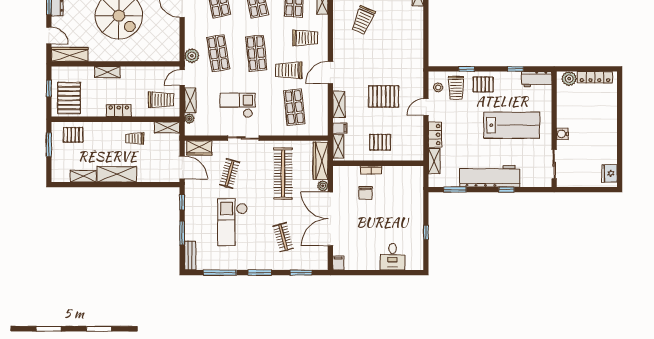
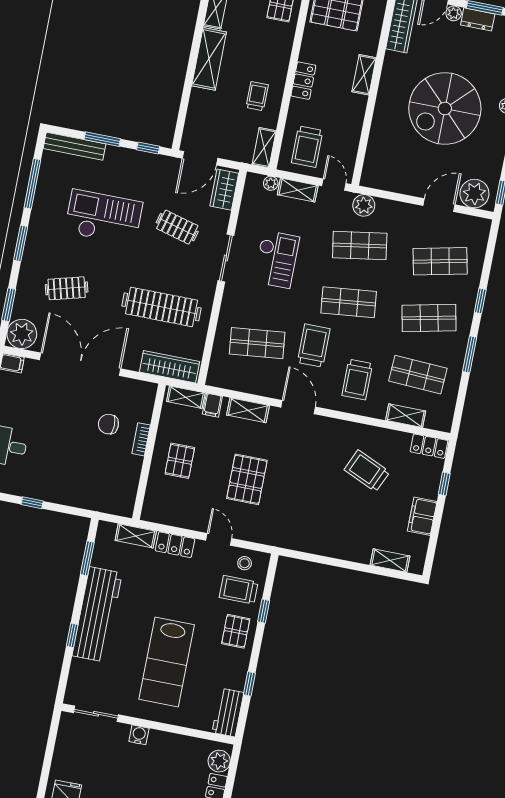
plant: (56, 22) -> (454, 13), added
plant: (323, 186) -> (22, 334), moved, width x1.88, depth x1.88
bench: (190, 255) -> (74, 146), width x1.36

